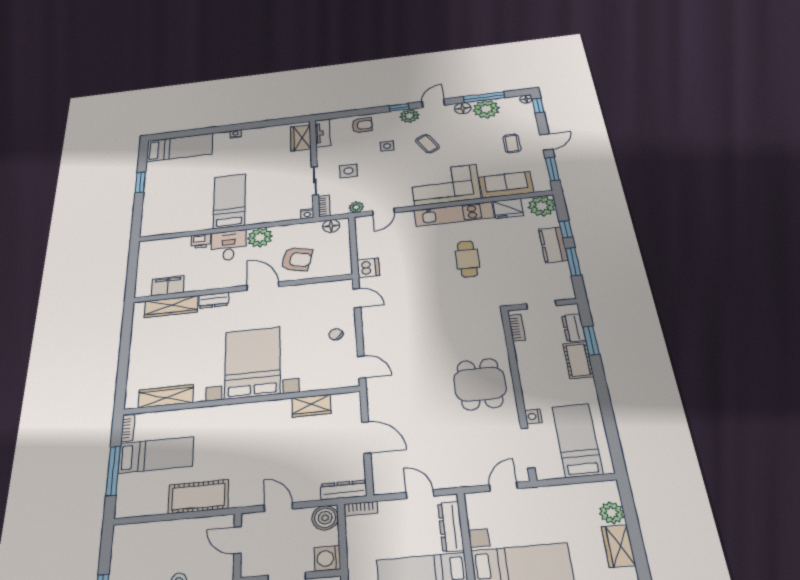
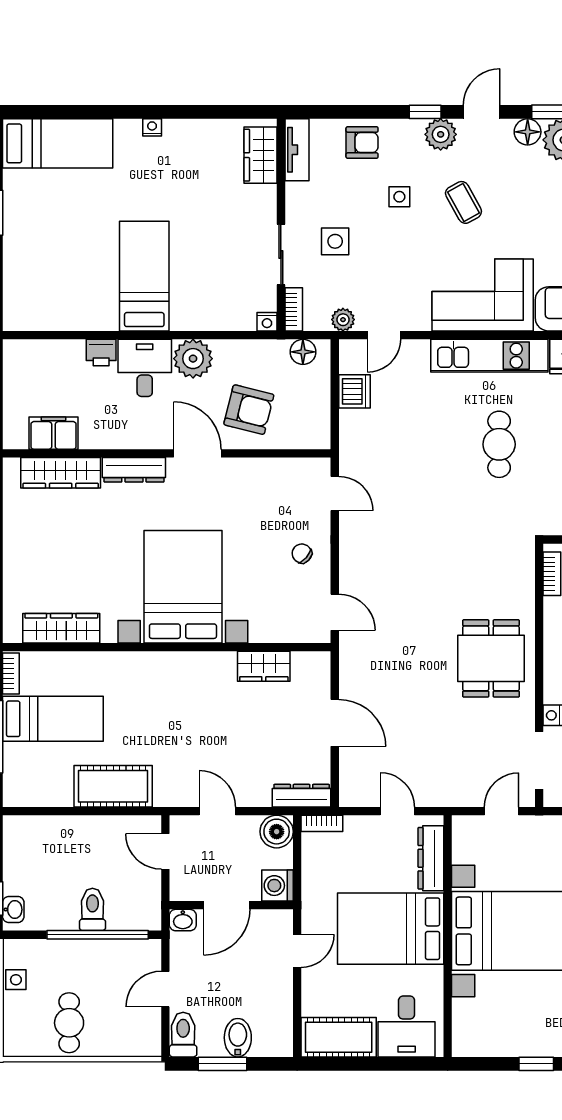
dishwasher: (368, 268) -> (354, 391), moved
dresser: (214, 300) -> (134, 470), width x1.44

